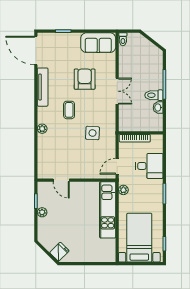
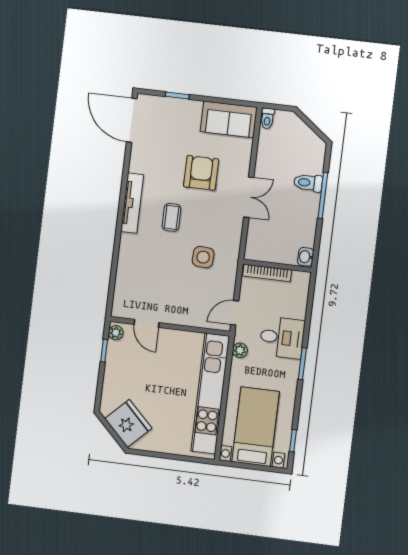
tv unit: (43, 87) -> (132, 203), moved
toilet: (154, 95) -> (308, 183), moved
washbasin: (158, 108) -> (306, 257), moved
plant: (42, 129) -> (127, 241), removed
desk: (149, 166) -> (282, 338), moved
kitchen unit: (108, 210) -> (210, 394), width x1.36
plant: (42, 212) -> (116, 333), moved
fridge: (59, 252) -> (128, 423), width x1.88, depth x1.34

